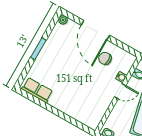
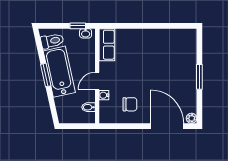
door: (95, 30) -> (167, 126), moved
row of seats: (37, 90) -> (107, 45), moved, turned -90

